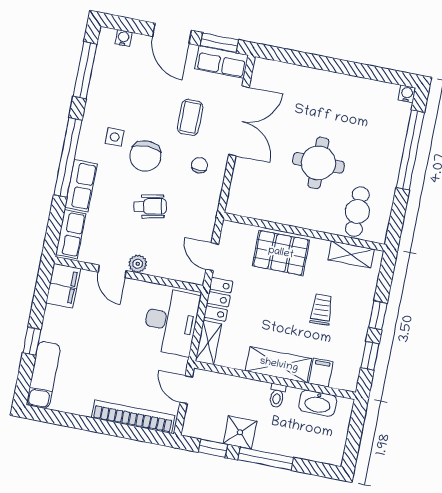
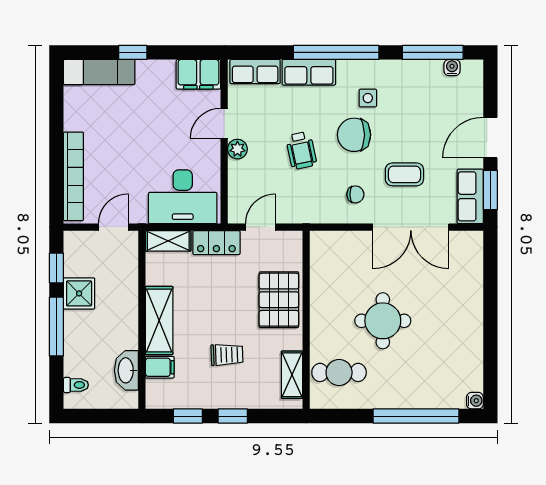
water cooler: (123, 38) -> (452, 68), moved, turned -90
toilet: (277, 396) -> (76, 385), moved, turned 180

